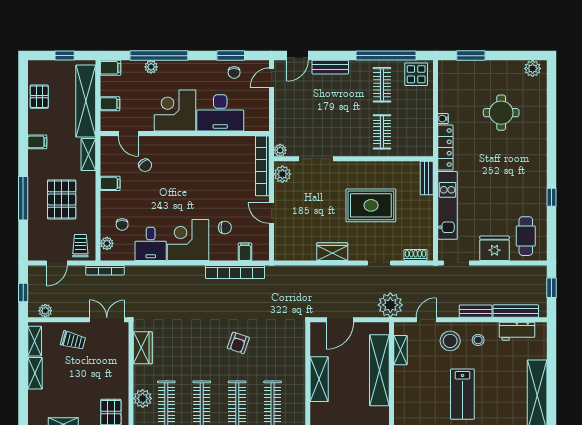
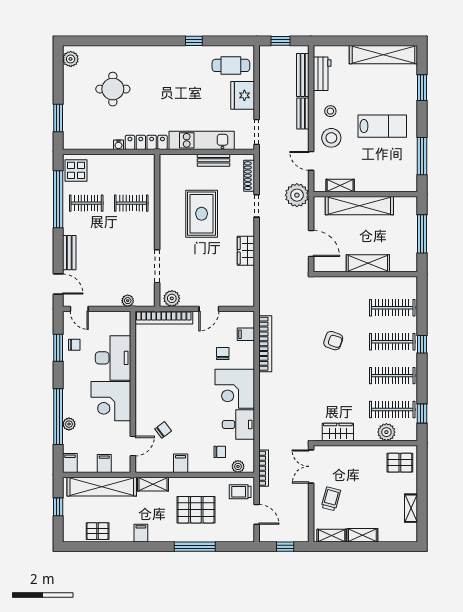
plant: (280, 150) -> (128, 301), moved
bench: (427, 178) -> (214, 160), moved
shoe rack: (416, 255) -> (249, 176), width x1.43
plant: (45, 311) -> (302, 525), removed

